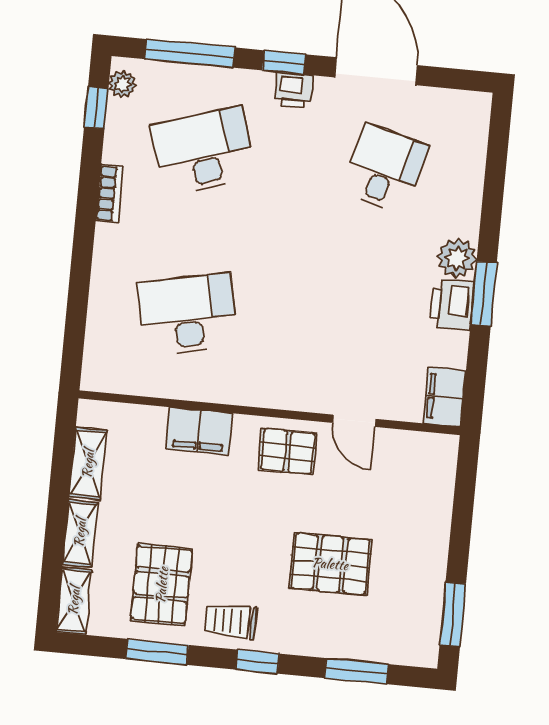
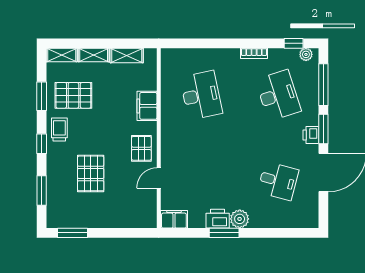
window: (284, 62) -> (323, 129), width x1.50

